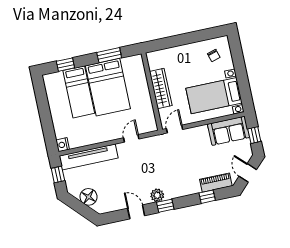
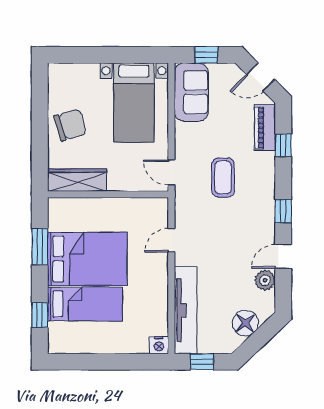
chair: (214, 55) -> (70, 125), moved, width x1.87, depth x1.87
wardrobe: (161, 88) -> (77, 180), moved
door: (131, 138) -> (171, 240), hinge flipped
coffee table: (178, 163) -> (223, 177), added
plant: (157, 195) -> (265, 280), moved

